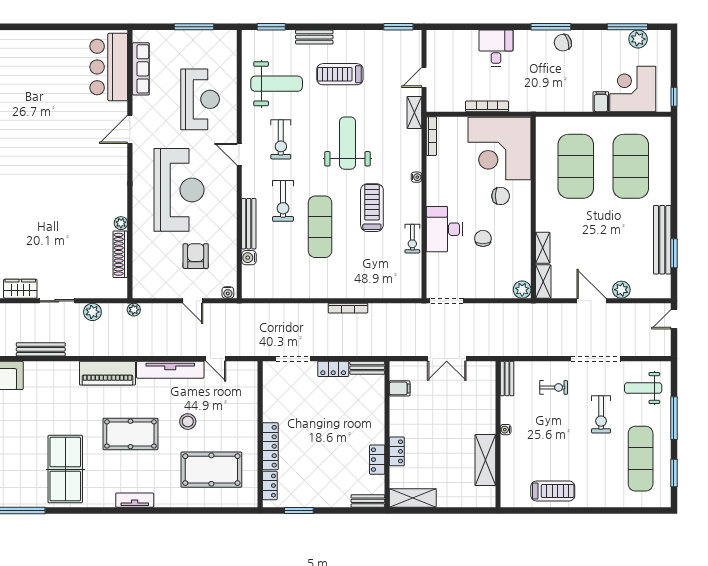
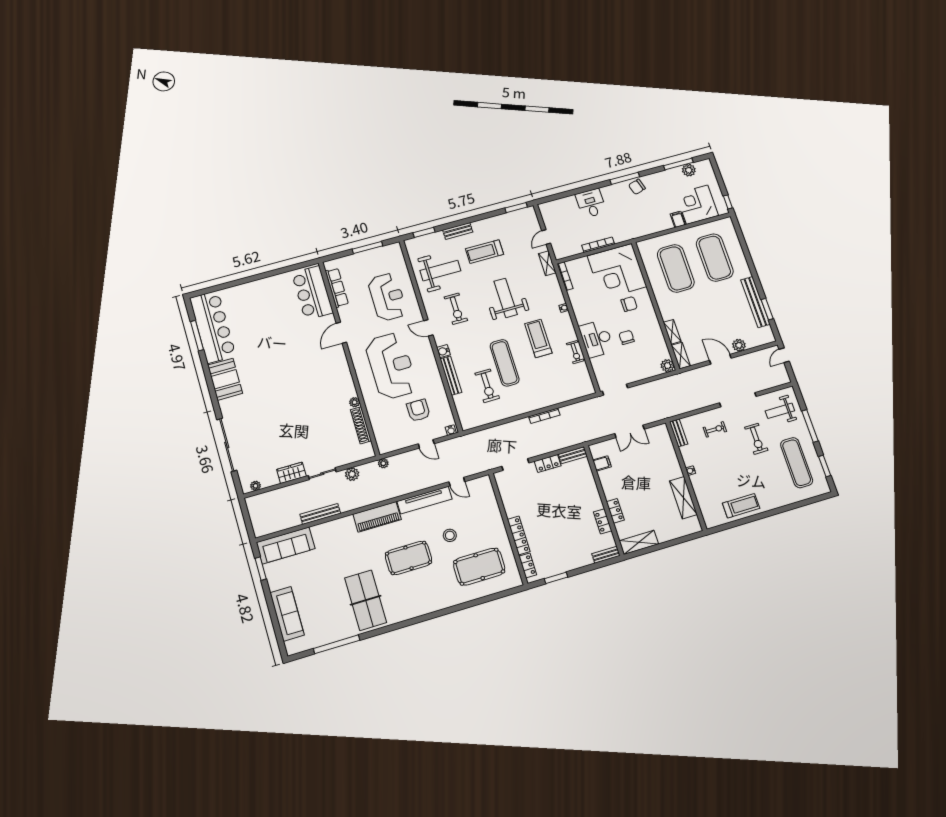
exercise bike: (283, 201) -> (487, 386), moved
water cooler: (249, 258) -> (443, 351), moved
tv unit: (135, 500) -> (427, 608), removed

